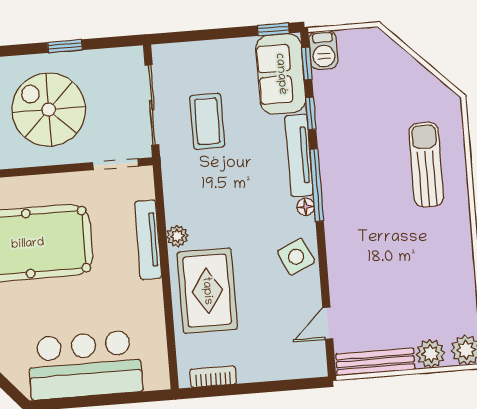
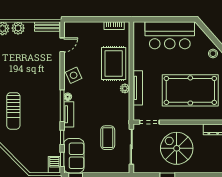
spiral stairs: (49, 110) -> (177, 148), turned 180
tv unit: (299, 155) -> (69, 114), width x0.71
bench: (375, 362) -> (47, 26), width x0.73

